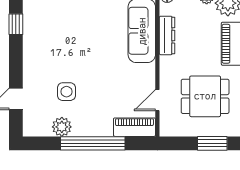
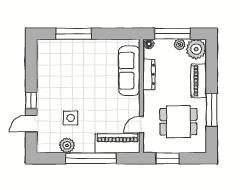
window: (16, 24) -> (31, 100), moved
piano: (134, 127) -> (118, 143), width x1.37, depth x1.33
window: (212, 143) -> (168, 158), moved

